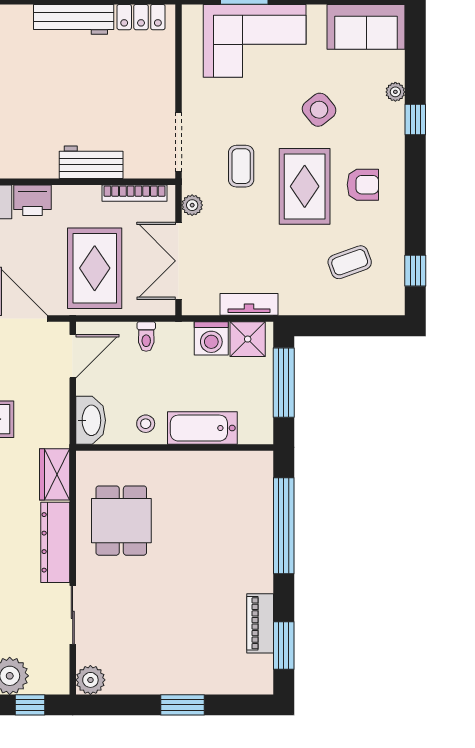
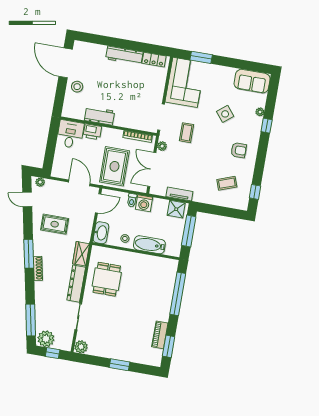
corner sofa: (255, 41) -> (185, 82), moved, turned -90
workbench: (91, 162) -> (100, 116), moved
rug: (305, 186) -> (213, 146), removed
washing machine: (211, 338) -> (144, 203), moved

